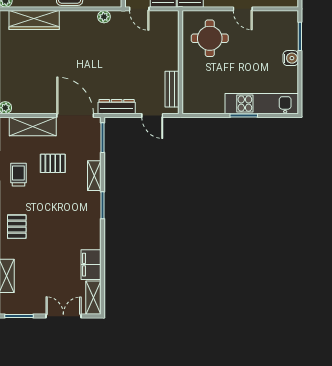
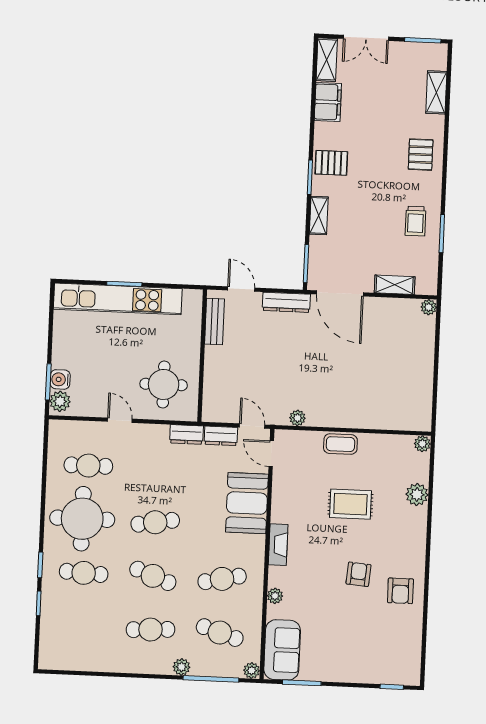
wardrobe: (34, 20) -> (387, 418), removed
plant: (290, 22) -> (60, 401), added
water cooler: (291, 58) -> (60, 379), moved
kitchen unit: (262, 104) -> (118, 299), width x1.36
shelving: (33, 126) -> (395, 285), width x0.67, depth x0.75
pallet: (53, 163) -> (331, 163), moved

